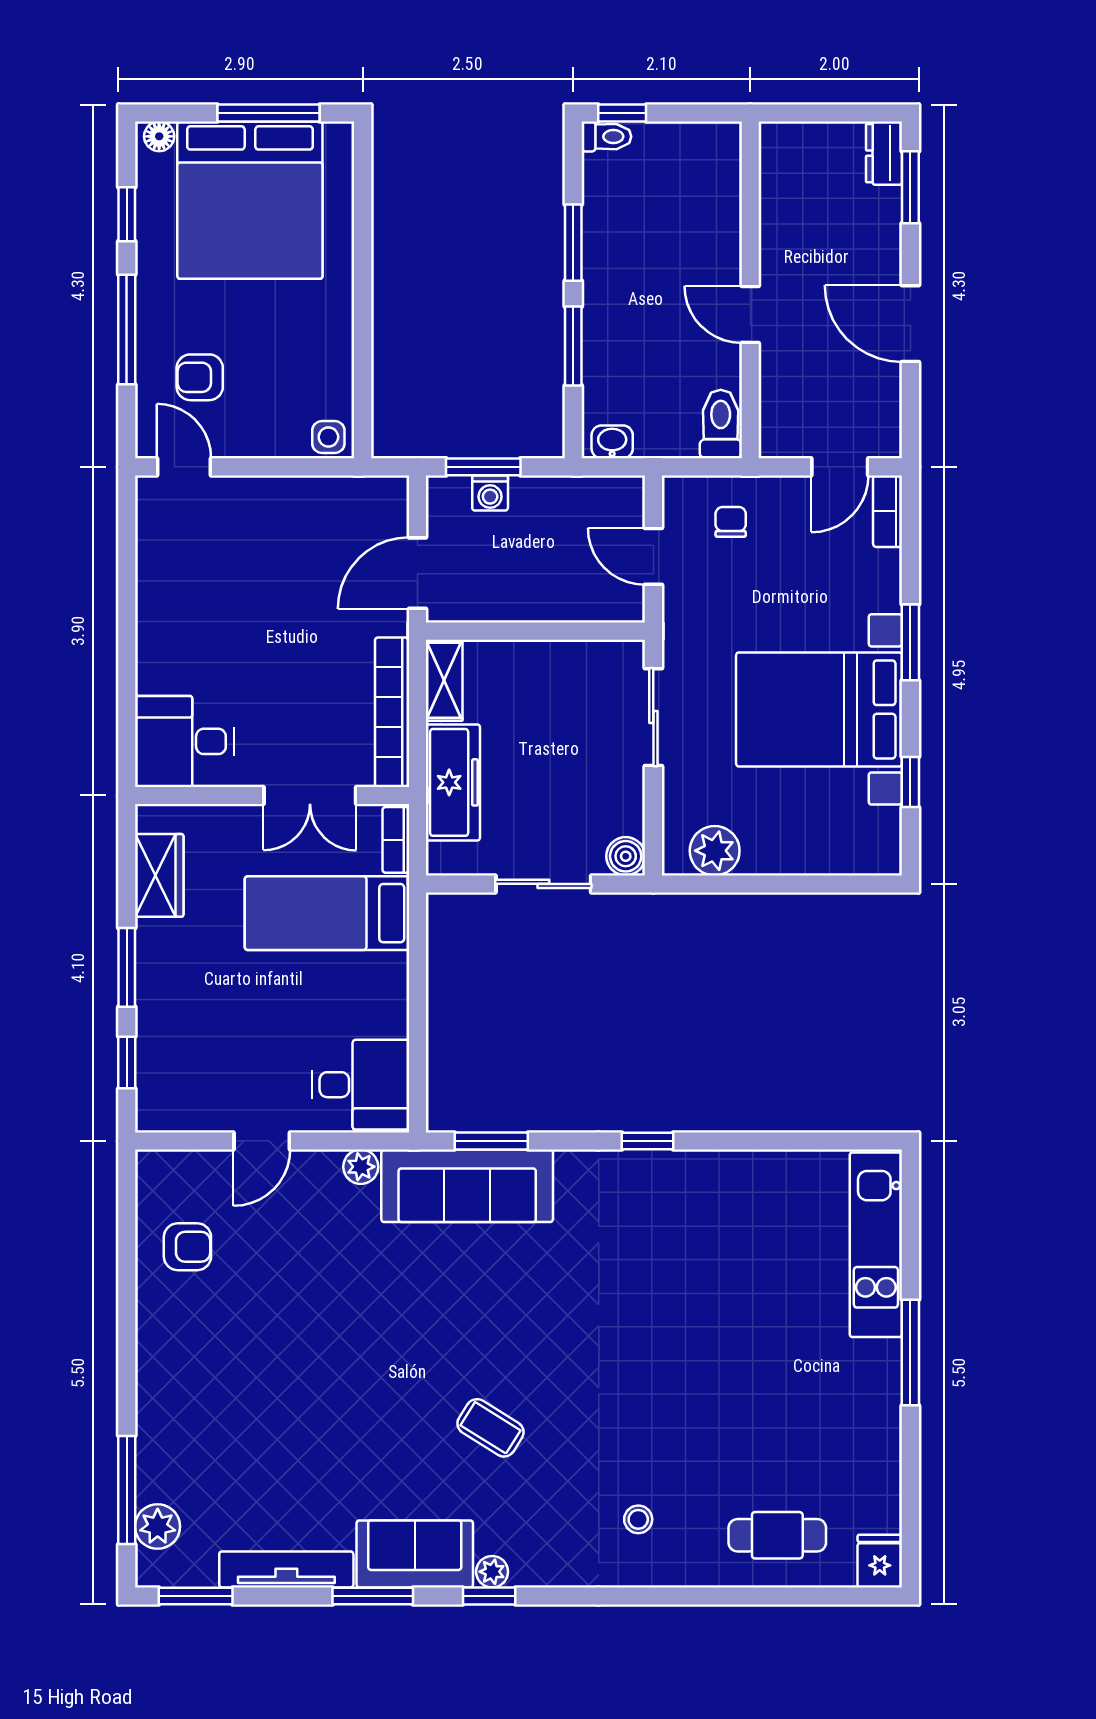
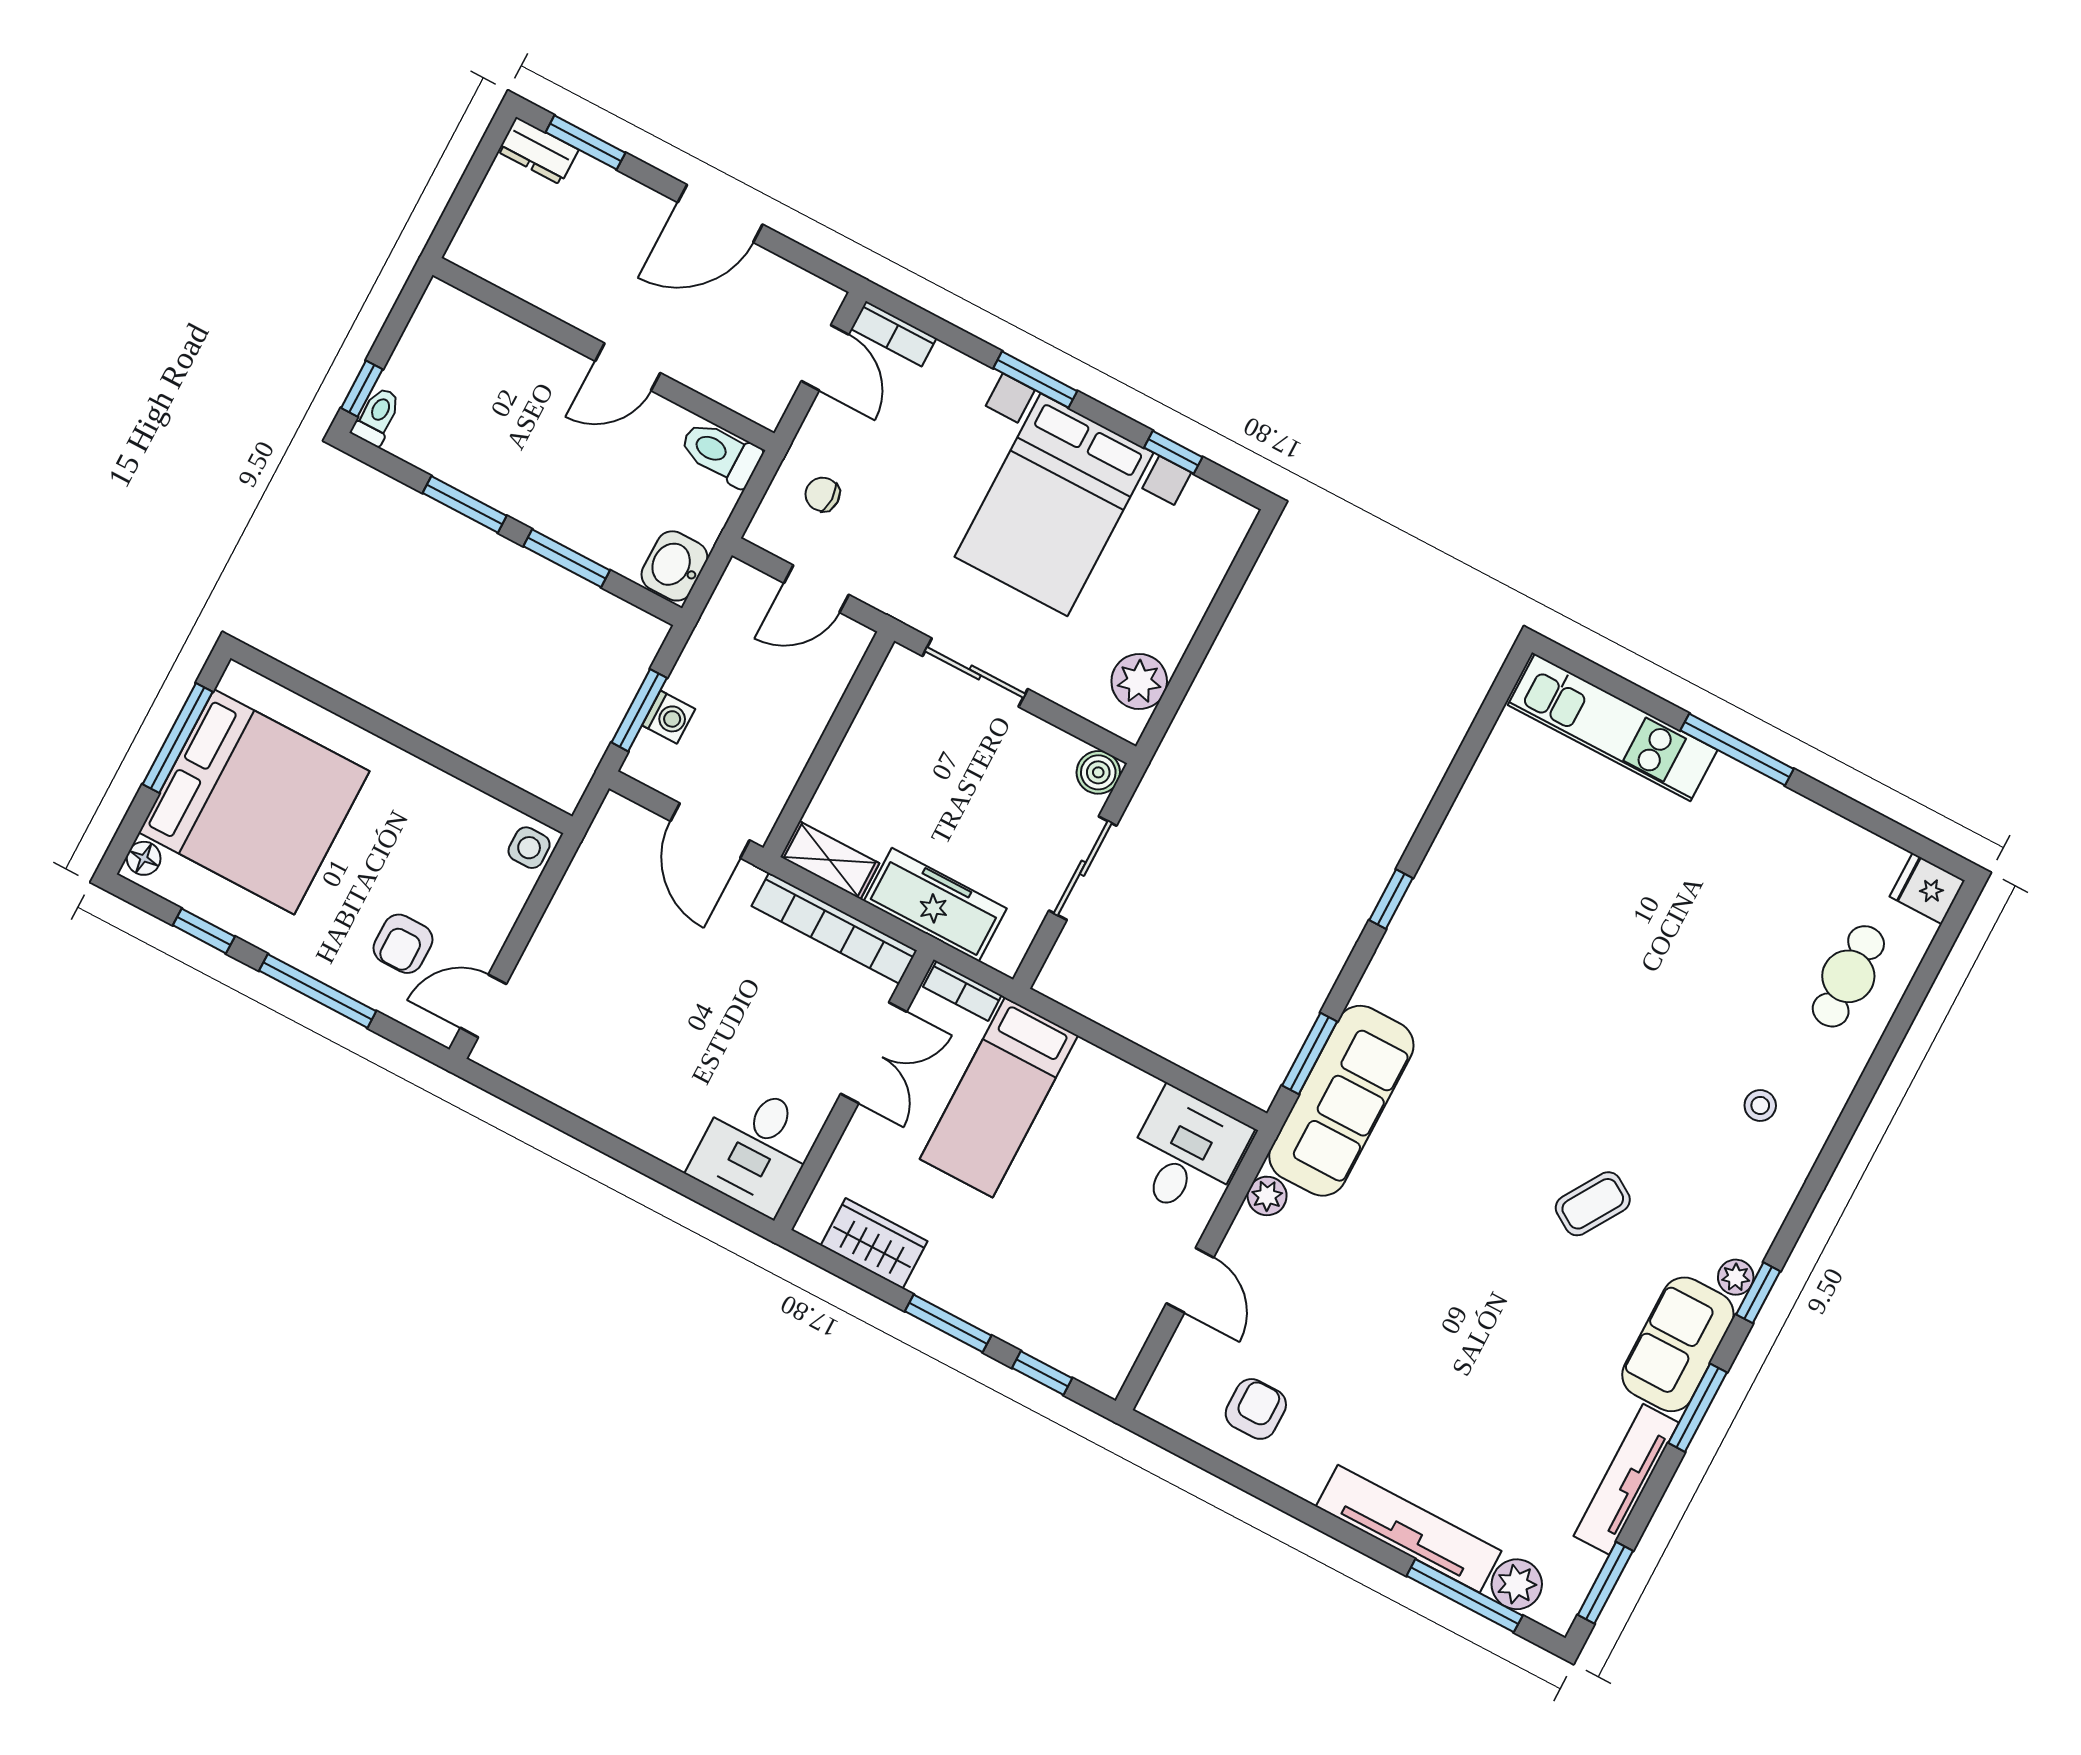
washbasin: (612, 442) -> (674, 566), width x1.38, depth x1.45
tv unit: (156, 1418) -> (1409, 1529), added

